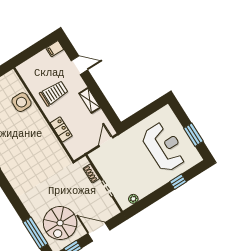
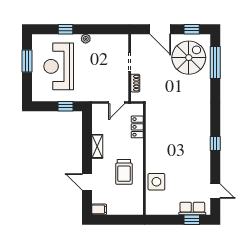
trolley: (54, 93) -> (124, 172), turned -90
window: (137, 117) -> (65, 106), added
locker: (61, 129) -> (137, 127), moved
door: (106, 142) -> (117, 102), moved
plant: (133, 199) -> (86, 39), moved

